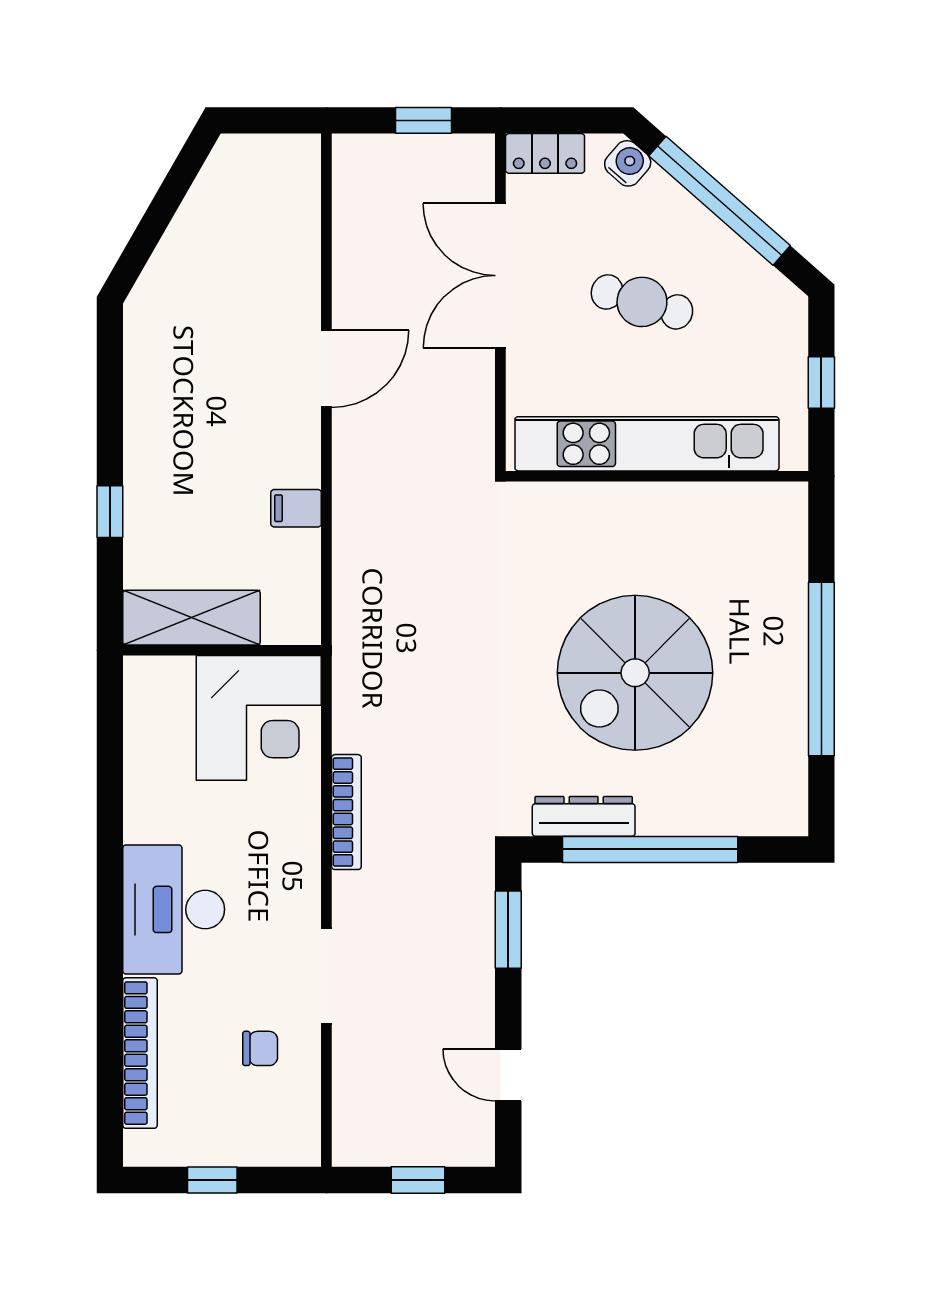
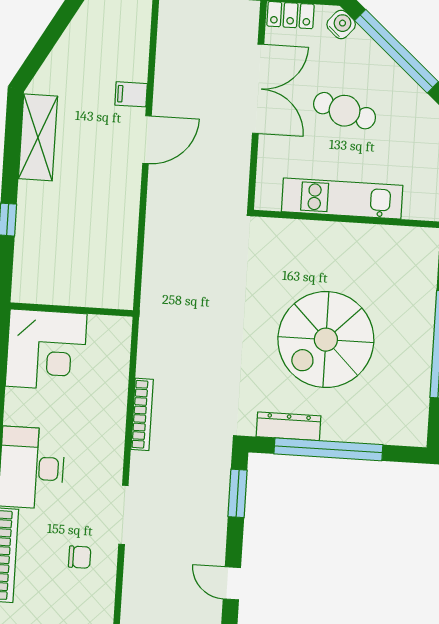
double door: (500, 276) -> (258, 89), swing flipped
kitchen unit: (647, 444) -> (342, 199), width x0.73
filing cabinet: (296, 508) -> (131, 94), moved
shelving: (191, 618) -> (38, 137), moved, turned 90
corner desk: (259, 718) -> (46, 350), moved

